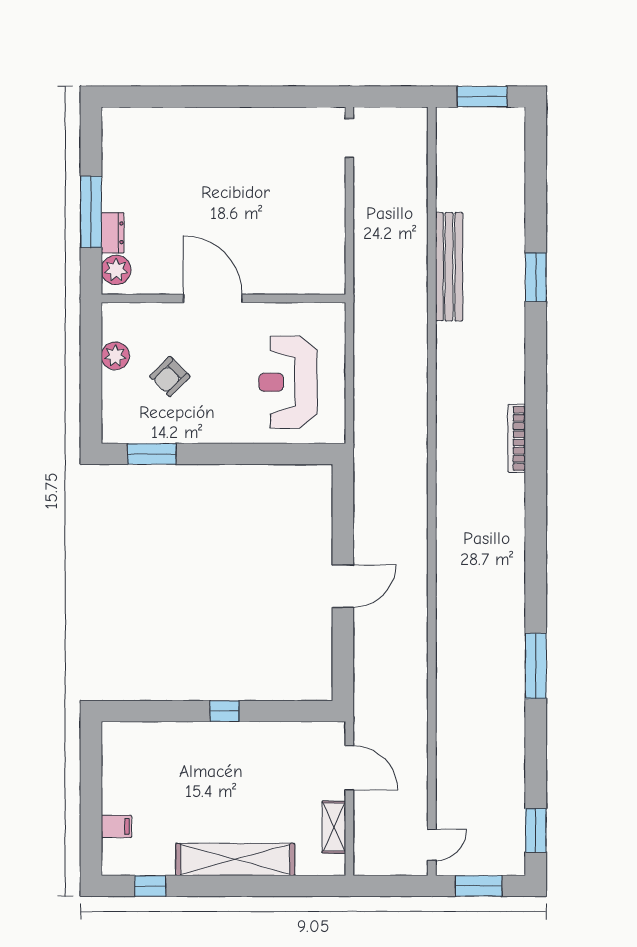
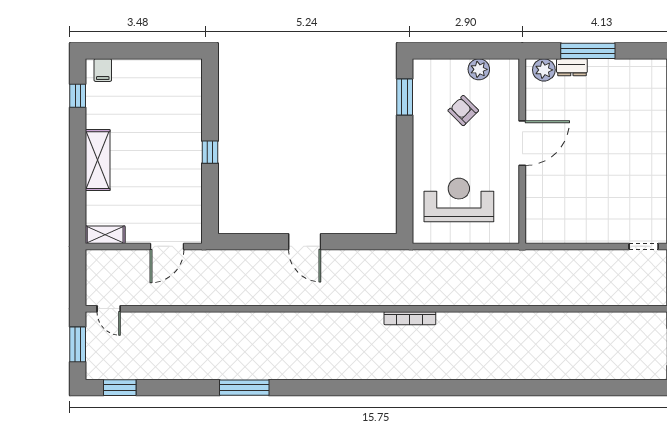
bench: (449, 267) -> (546, 322), removed
window: (536, 277) -> (538, 388), removed
bookcase: (517, 438) -> (410, 318), moved, turned 180
filing cabinet: (116, 826) -> (103, 70), moved
shelving: (334, 827) -> (105, 235), moved
shelving: (235, 859) -> (98, 160), width x0.68

